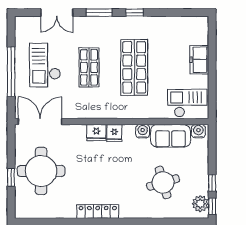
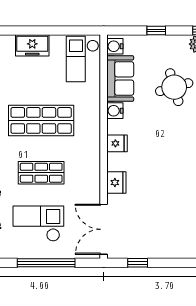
checkout: (45, 65) -> (38, 224), turned 180
fridge: (96, 132) -> (116, 183), moved
round table: (41, 171) -> (161, 228), removed
window: (11, 177) -> (138, 263), moved
window: (212, 183) -> (156, 30), moved

